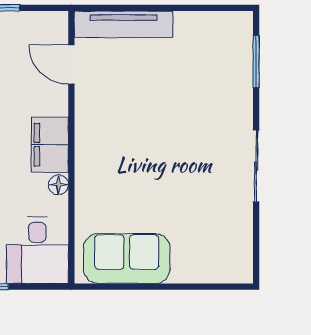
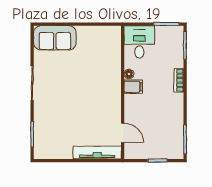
filing cabinet: (50, 145) -> (133, 87), width x0.50
sofa: (127, 259) -> (55, 38), moved

